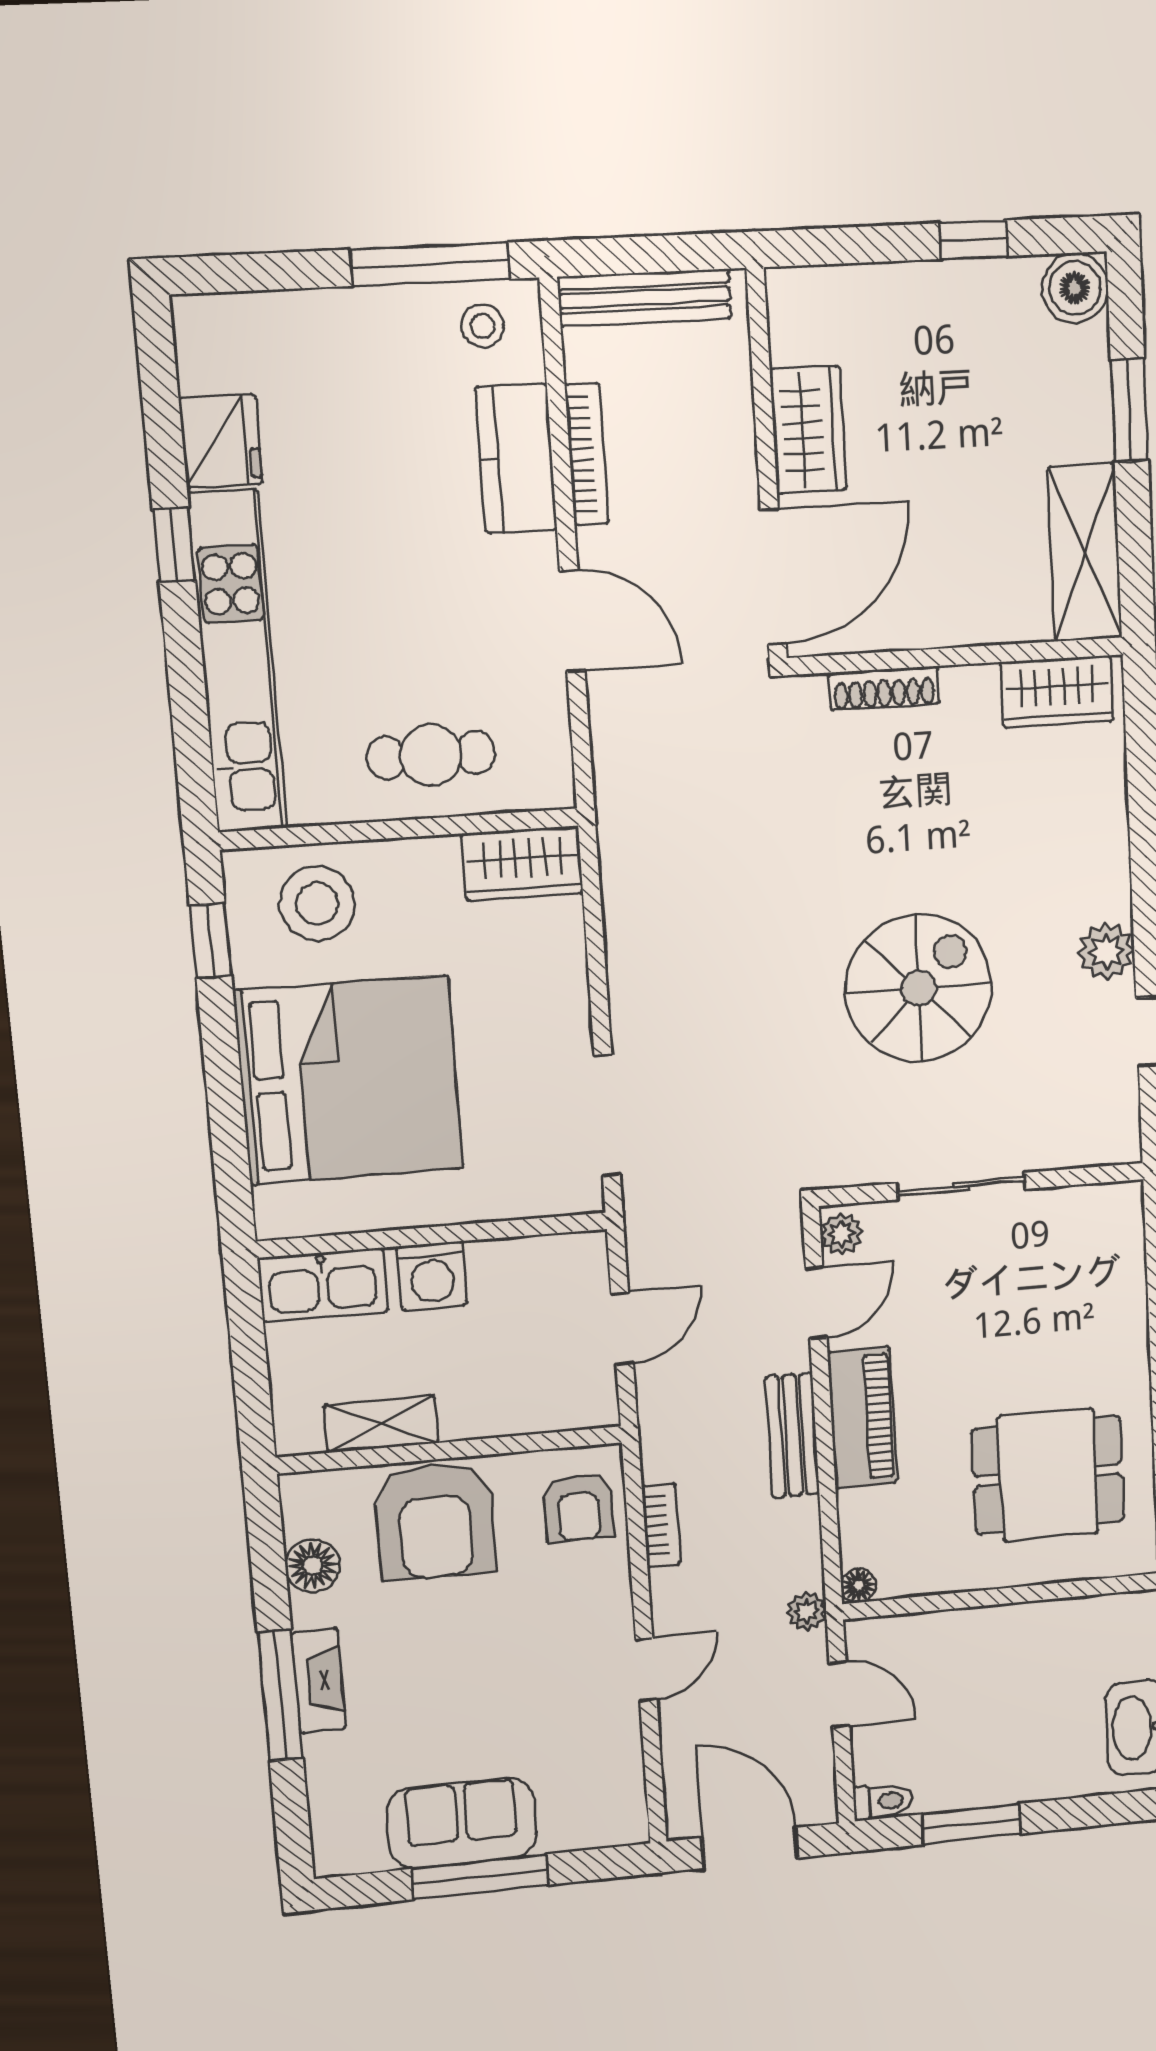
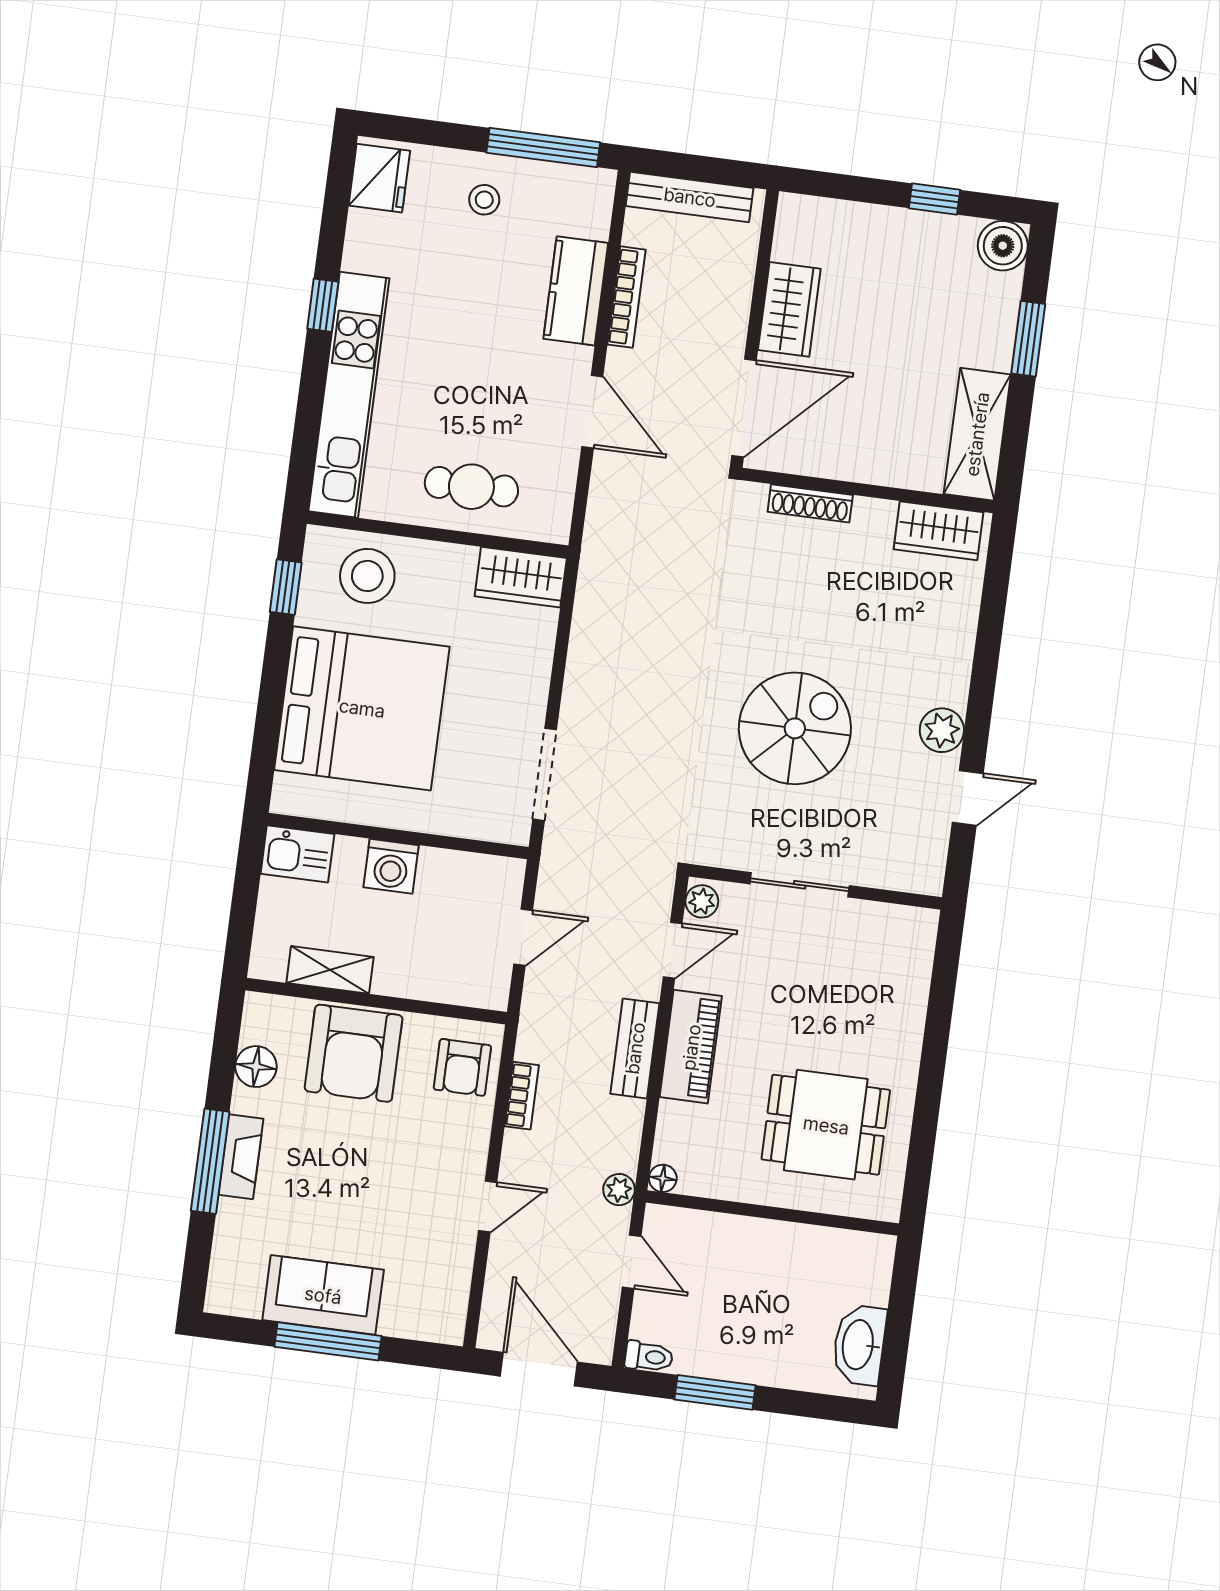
stool: (483, 326) -> (484, 200), moved
fridge: (221, 441) -> (379, 178), moved
kitchen sink: (323, 1285) -> (297, 854), width x0.73

